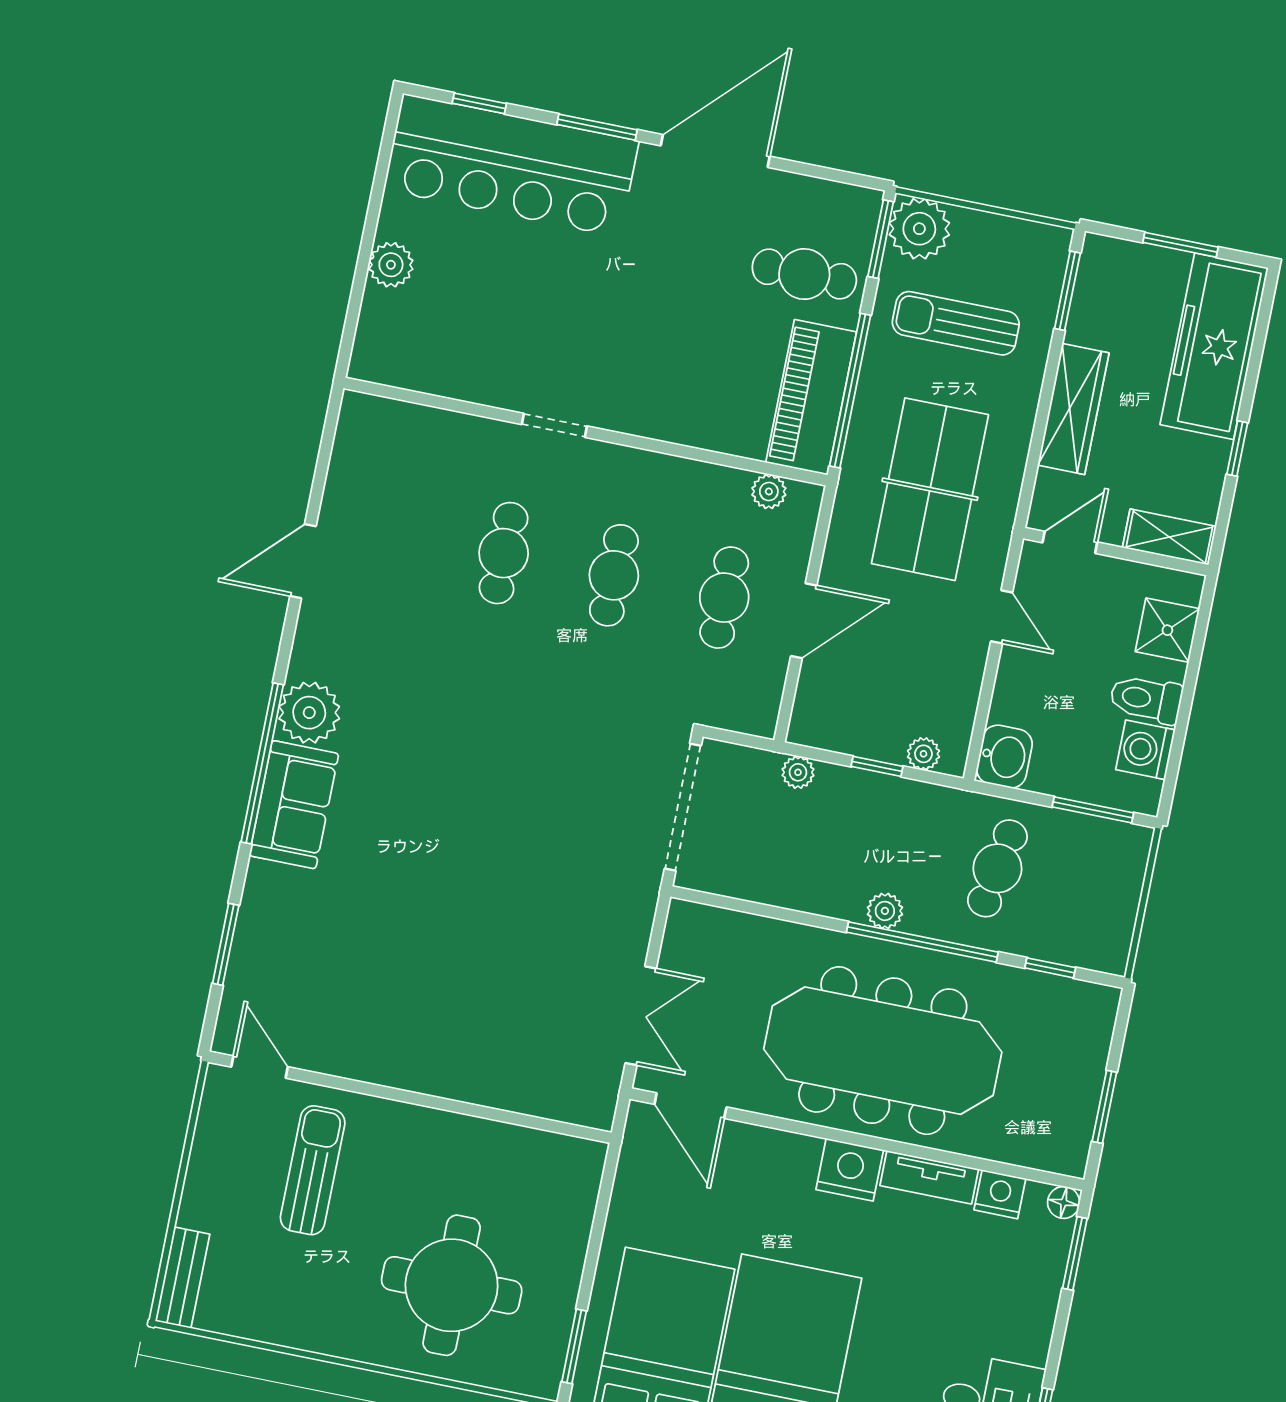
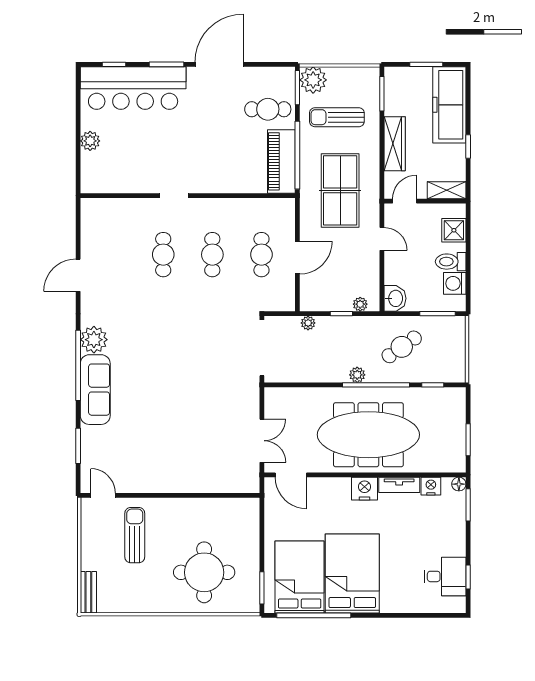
plant: (769, 491) -> (271, 205), removed
sofa: (294, 805) -> (95, 390), width x1.36
cafe table: (997, 868) -> (402, 347), turned 45

